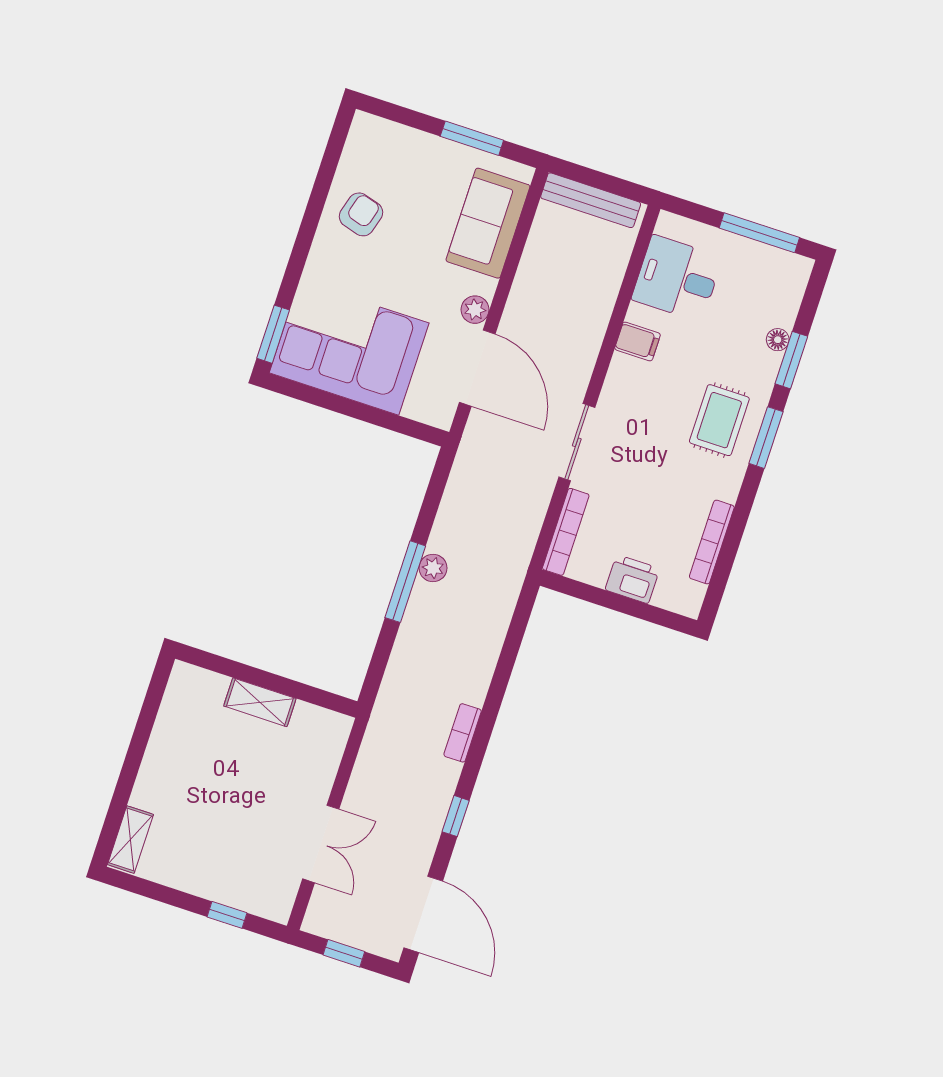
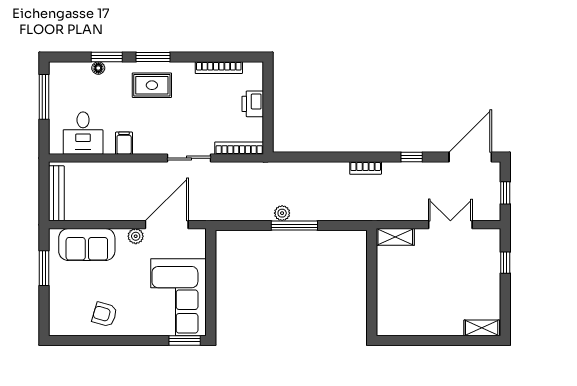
shelving: (260, 702) -> (395, 237), moved, turned 90

